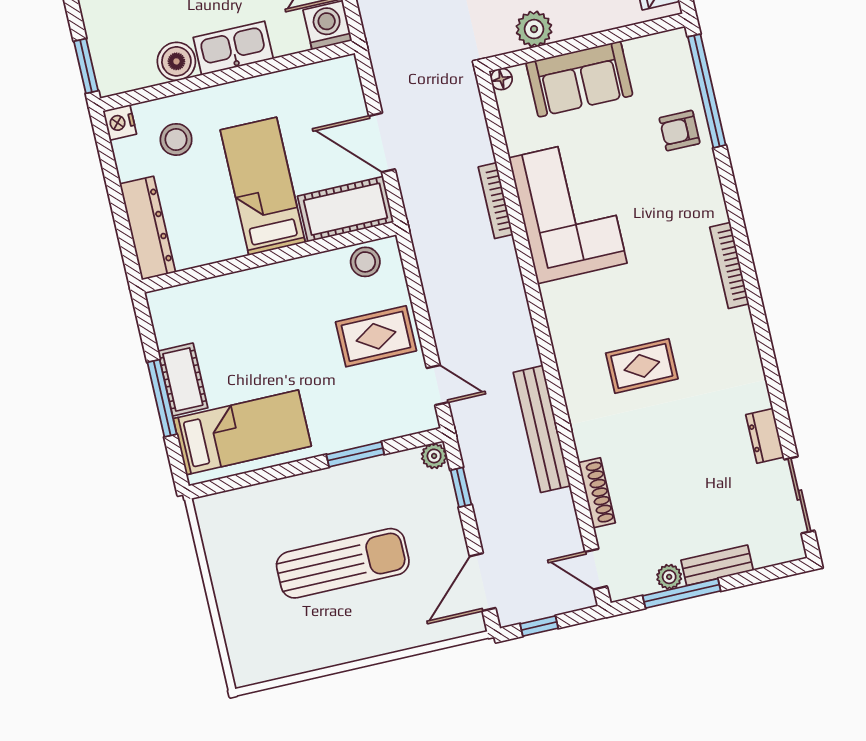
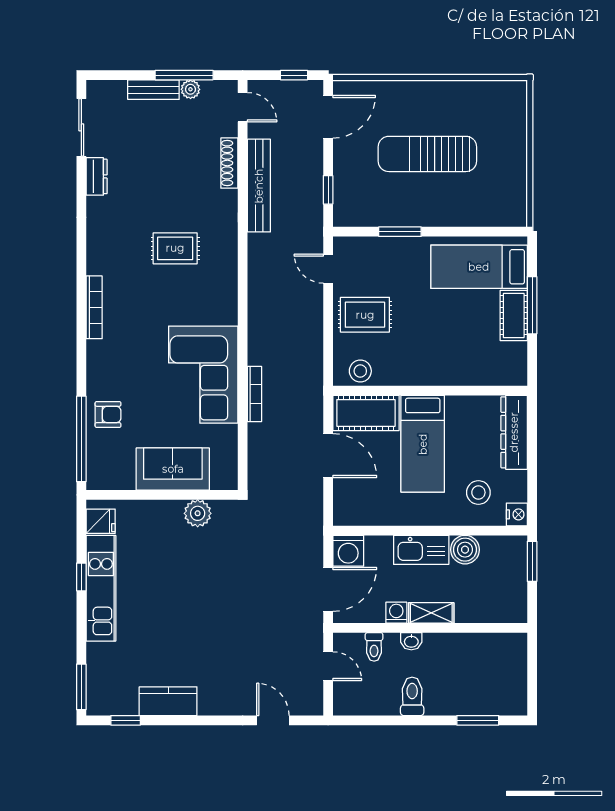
floor lamp: (501, 79) -> (230, 482), removed
bench: (542, 429) -> (259, 186), moved
plant: (434, 456) -> (342, 217), removed

